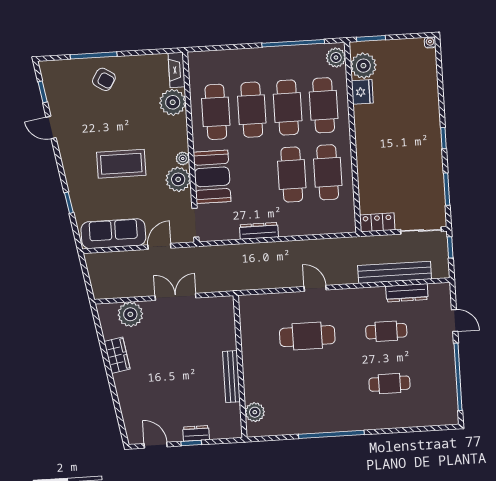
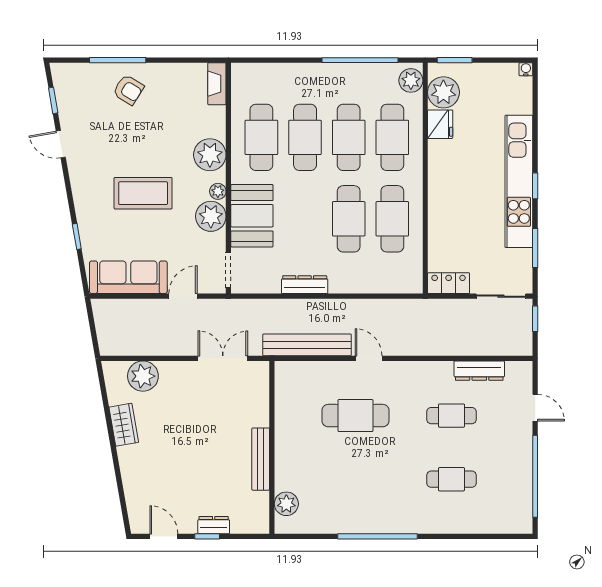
plant: (173, 102) -> (210, 155), moved
kitchen unit: (430, 135) -> (519, 181), added
bench: (395, 272) -> (307, 345), moved
double door: (175, 297) -> (223, 358), moved

